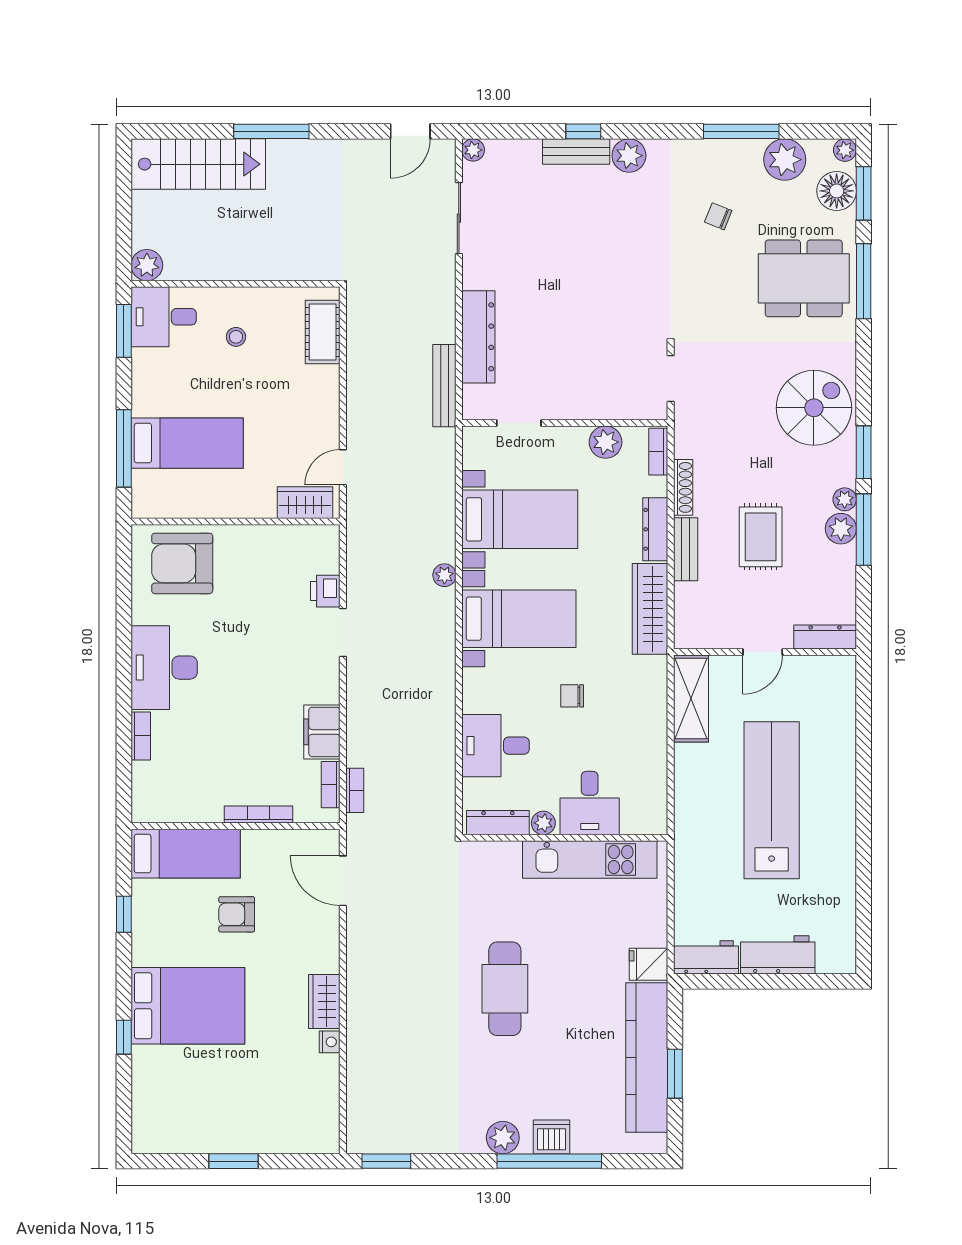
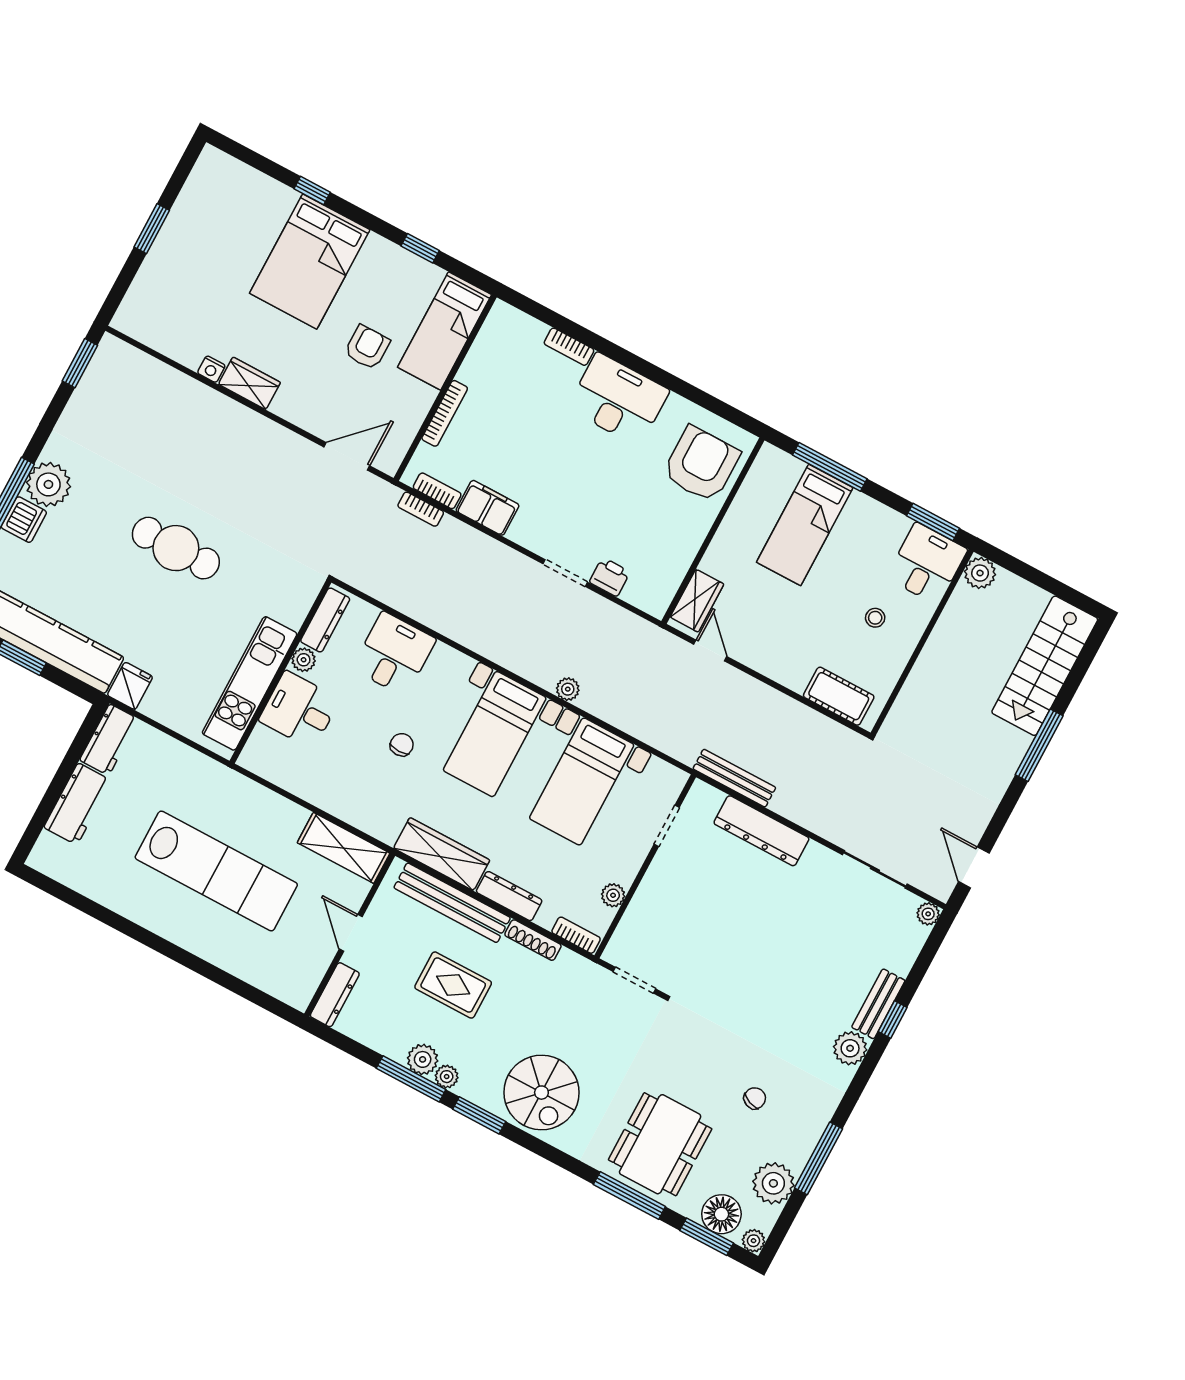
plant: (606, 442) -> (613, 895), width x0.73, depth x0.73
bench: (686, 549) -> (452, 903), width x1.86, depth x1.21
plant: (503, 1138) -> (48, 484), width x1.36, depth x1.36

